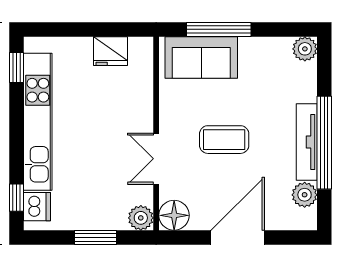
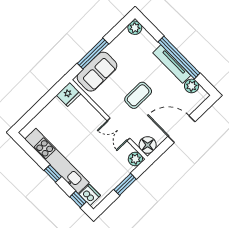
fridge: (110, 51) -> (69, 94), moved
window: (16, 67) -> (53, 174), moved
door: (238, 237) -> (182, 129), hinge flipped

